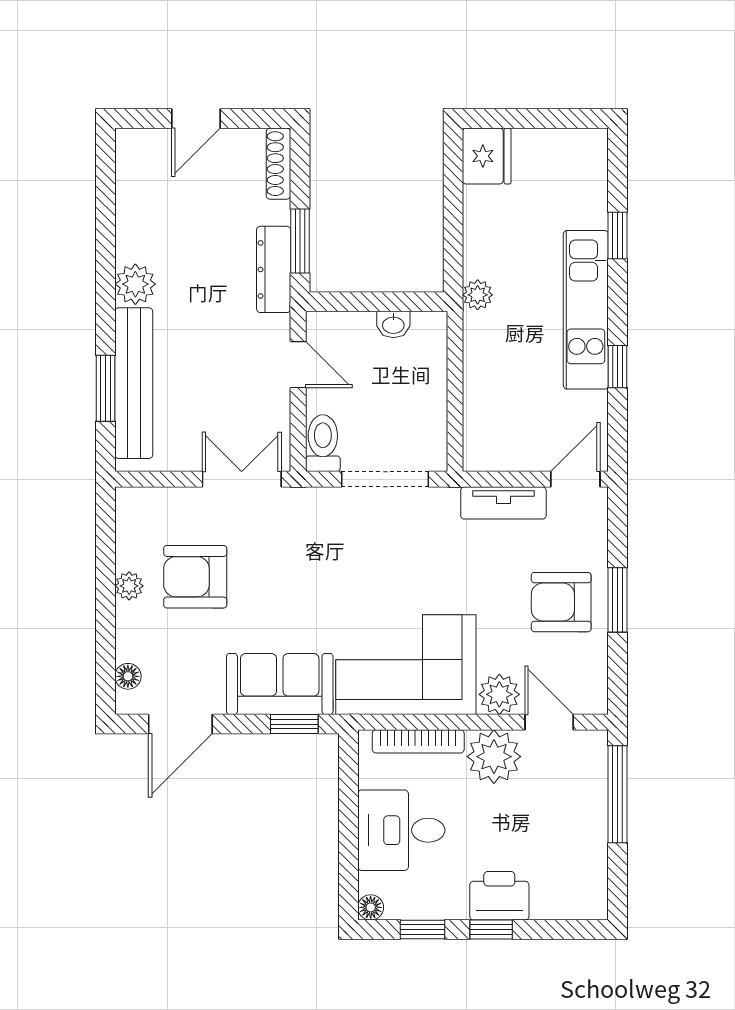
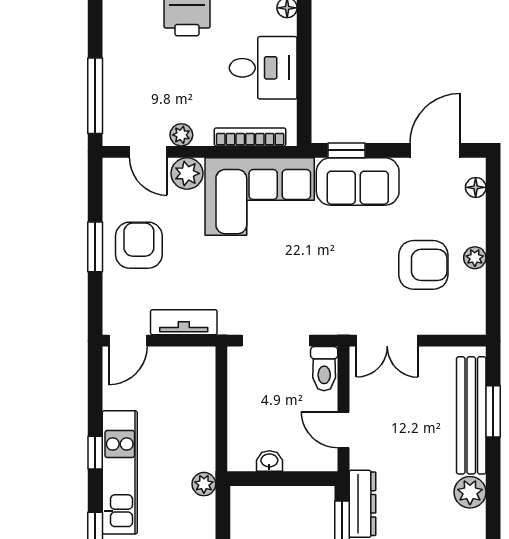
window: (618, 367) -> (95, 453), moved
armchair: (561, 602) -> (139, 245), turned -90
plant: (494, 757) -> (181, 135), width x0.53, depth x0.53

